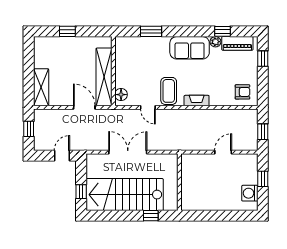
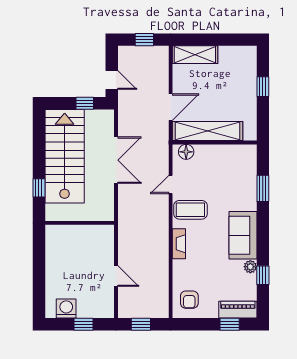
piano: (237, 43) -> (238, 310), moved, turned 90
window: (81, 192) -> (85, 103), moved

